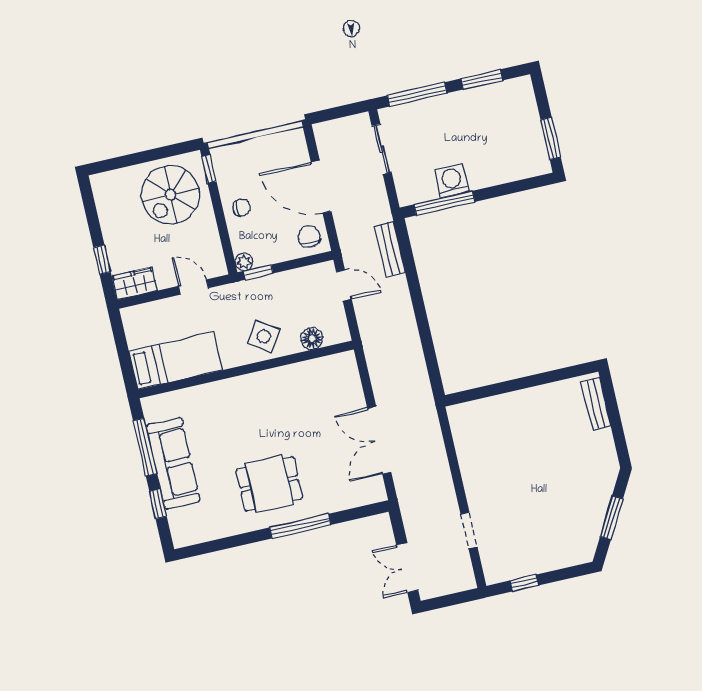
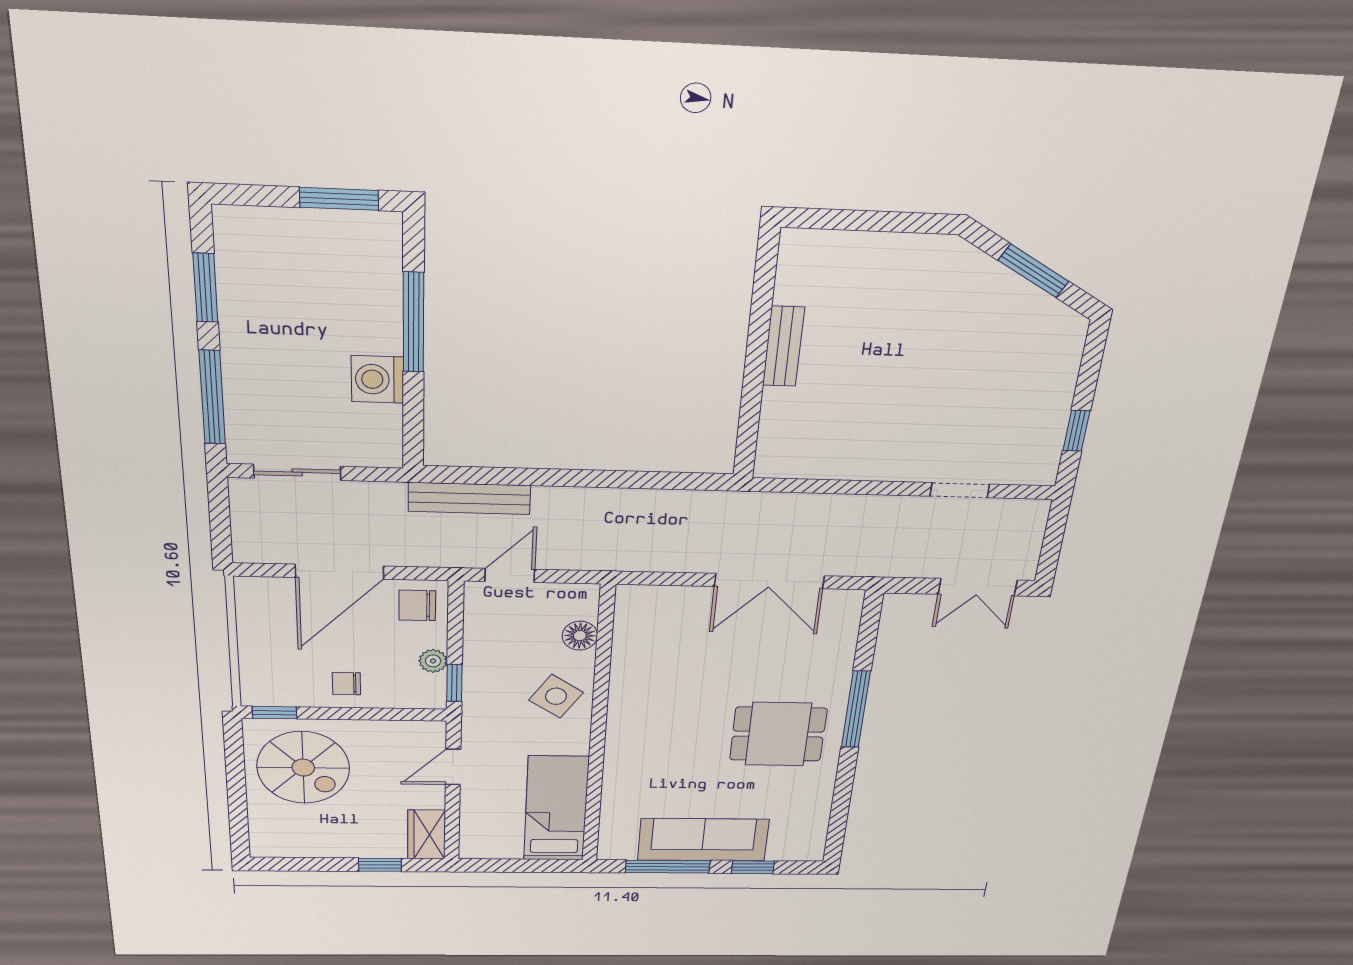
window: (444, 203) -> (414, 322), moved
chair: (242, 208) -> (346, 684), turned -90
bench: (390, 249) -> (469, 498), width x1.36
plant: (244, 262) -> (433, 661), moved
bench: (596, 404) -> (783, 346), moved, turned 90
dining table: (269, 484) -> (778, 734), turned 90

